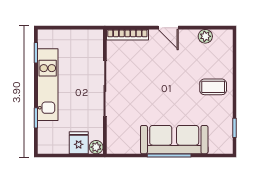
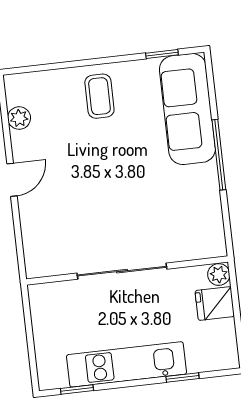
bookcase: (127, 35) -> (31, 245), removed
sofa: (174, 140) -> (187, 109), moved

